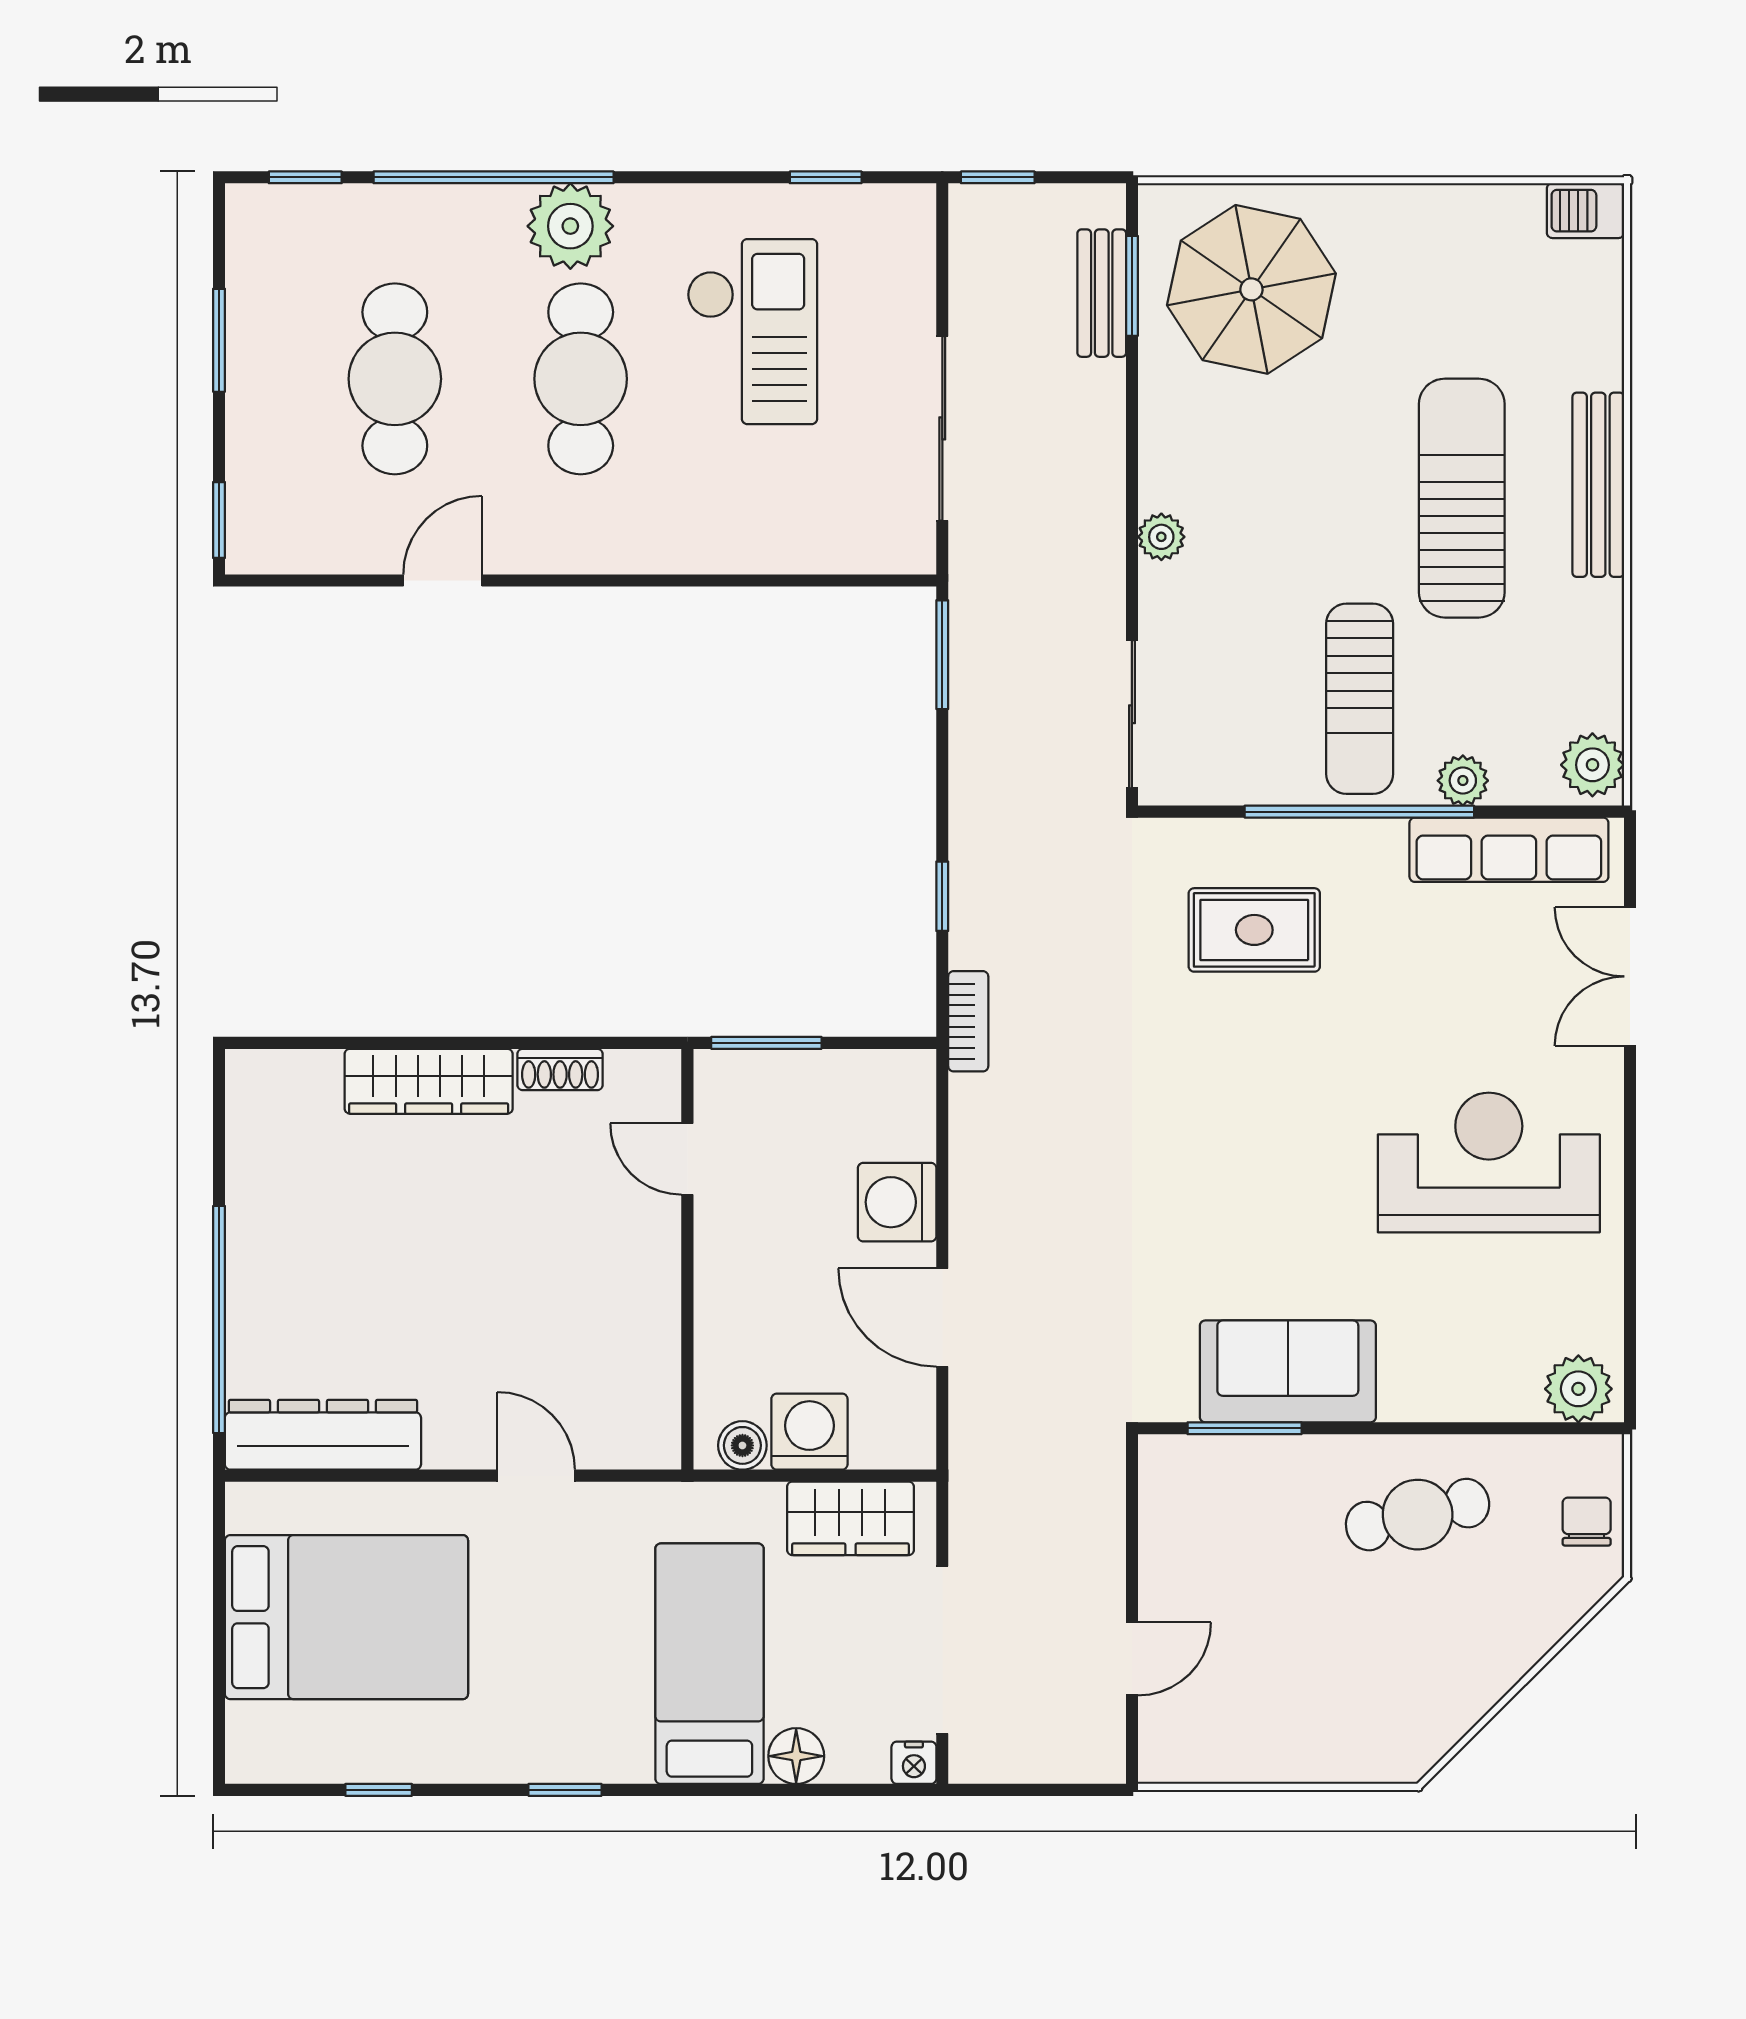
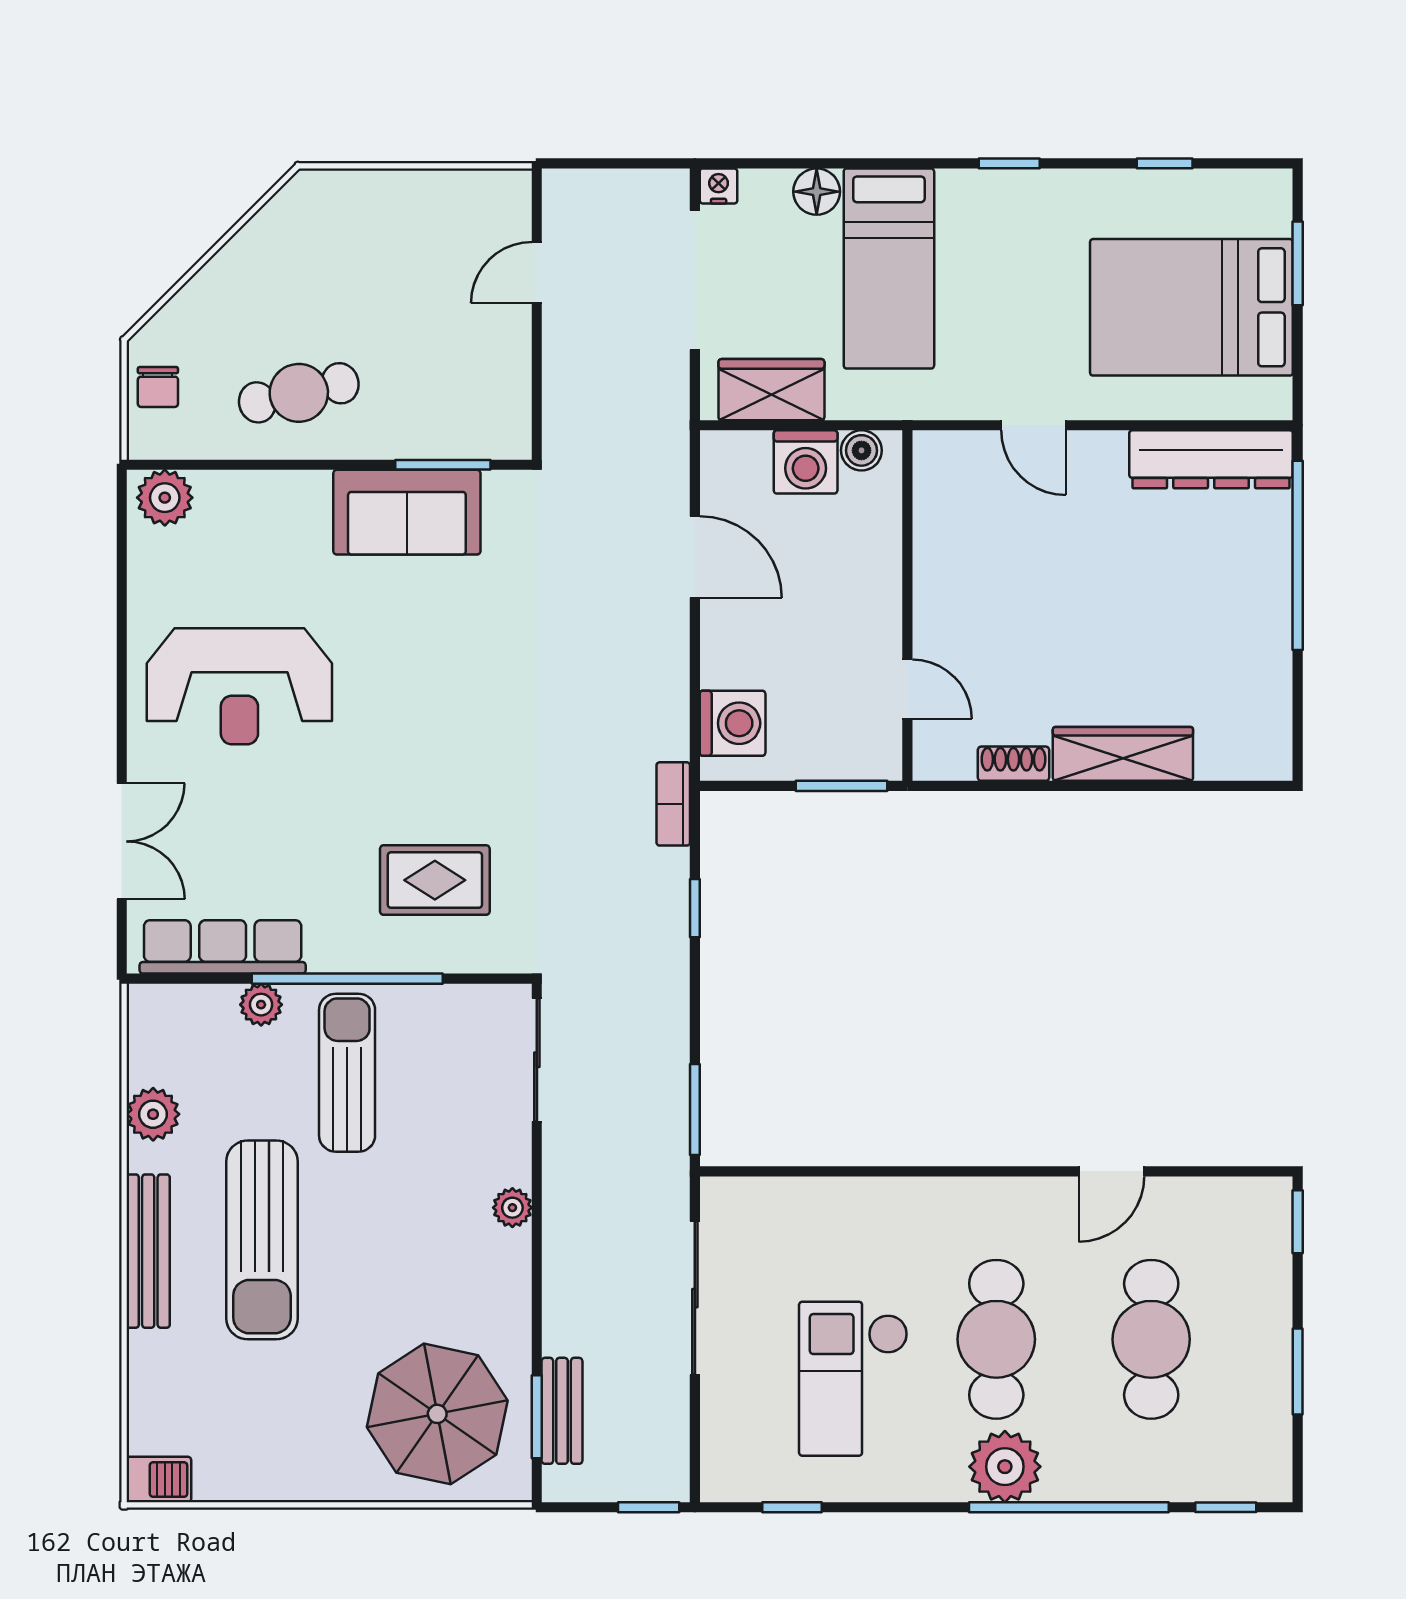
plant: (1592, 765) -> (153, 1114), moved
washing machine: (897, 1202) -> (733, 723), moved
window: (219, 1670) -> (1298, 263), added

